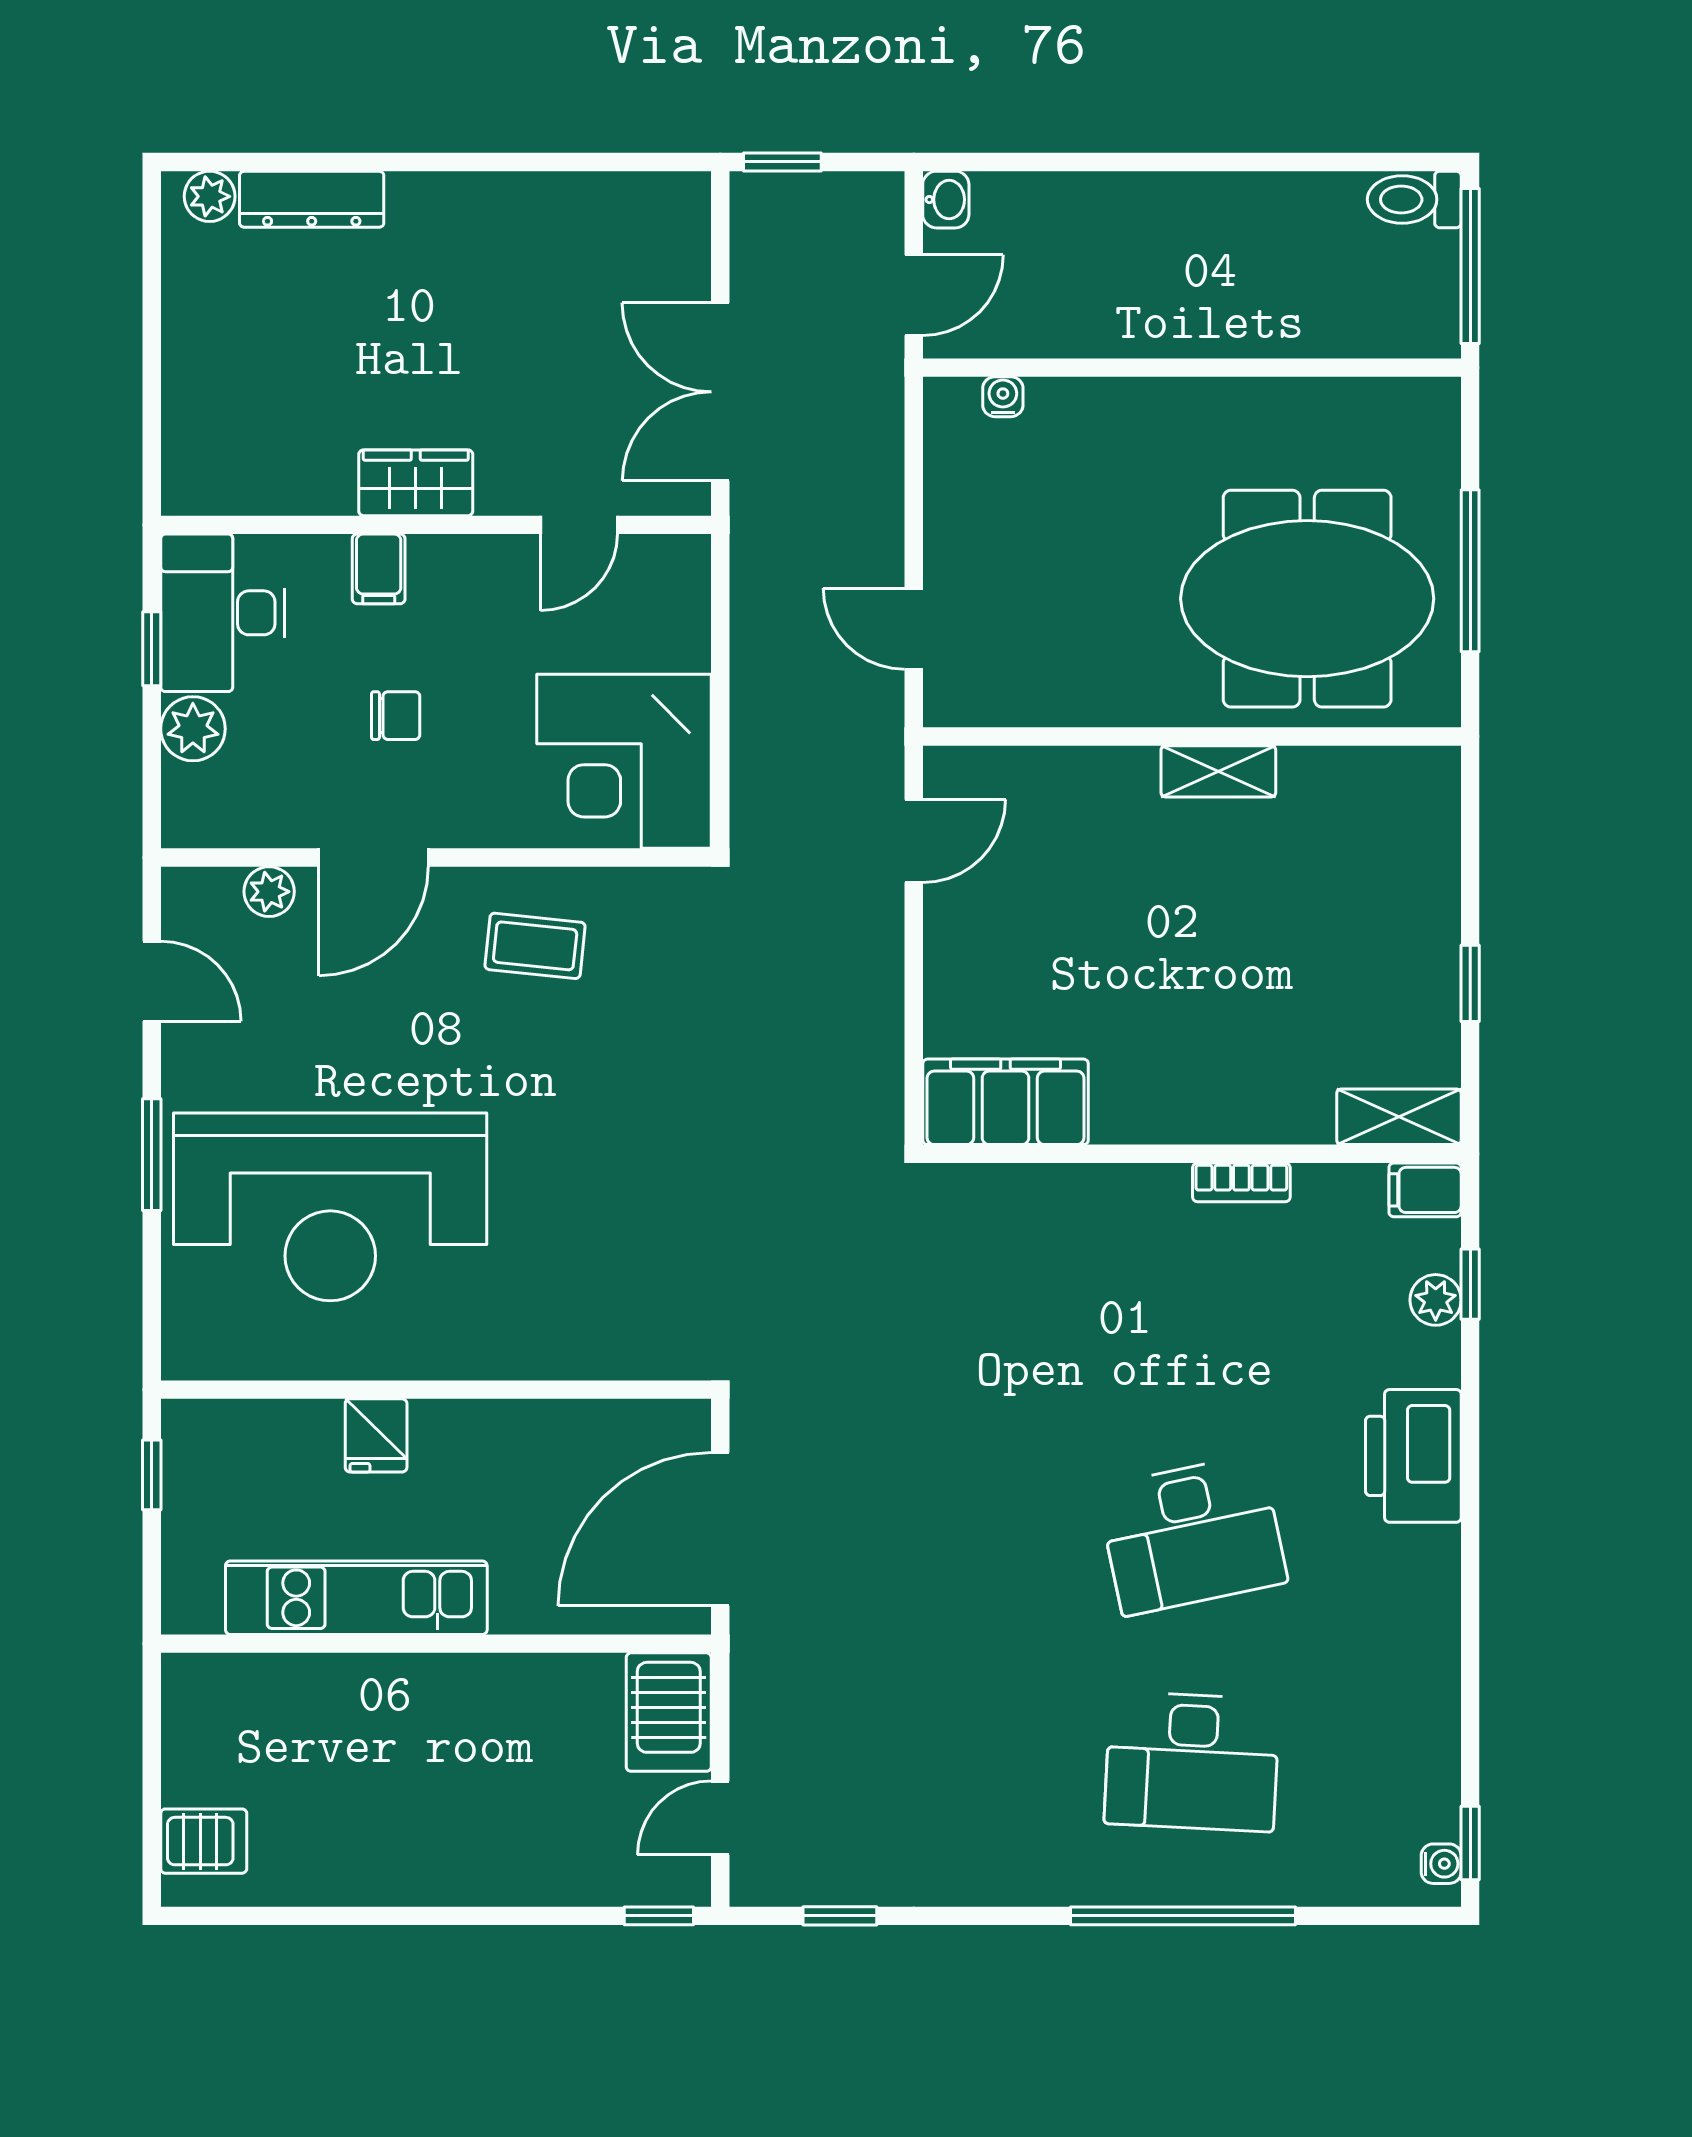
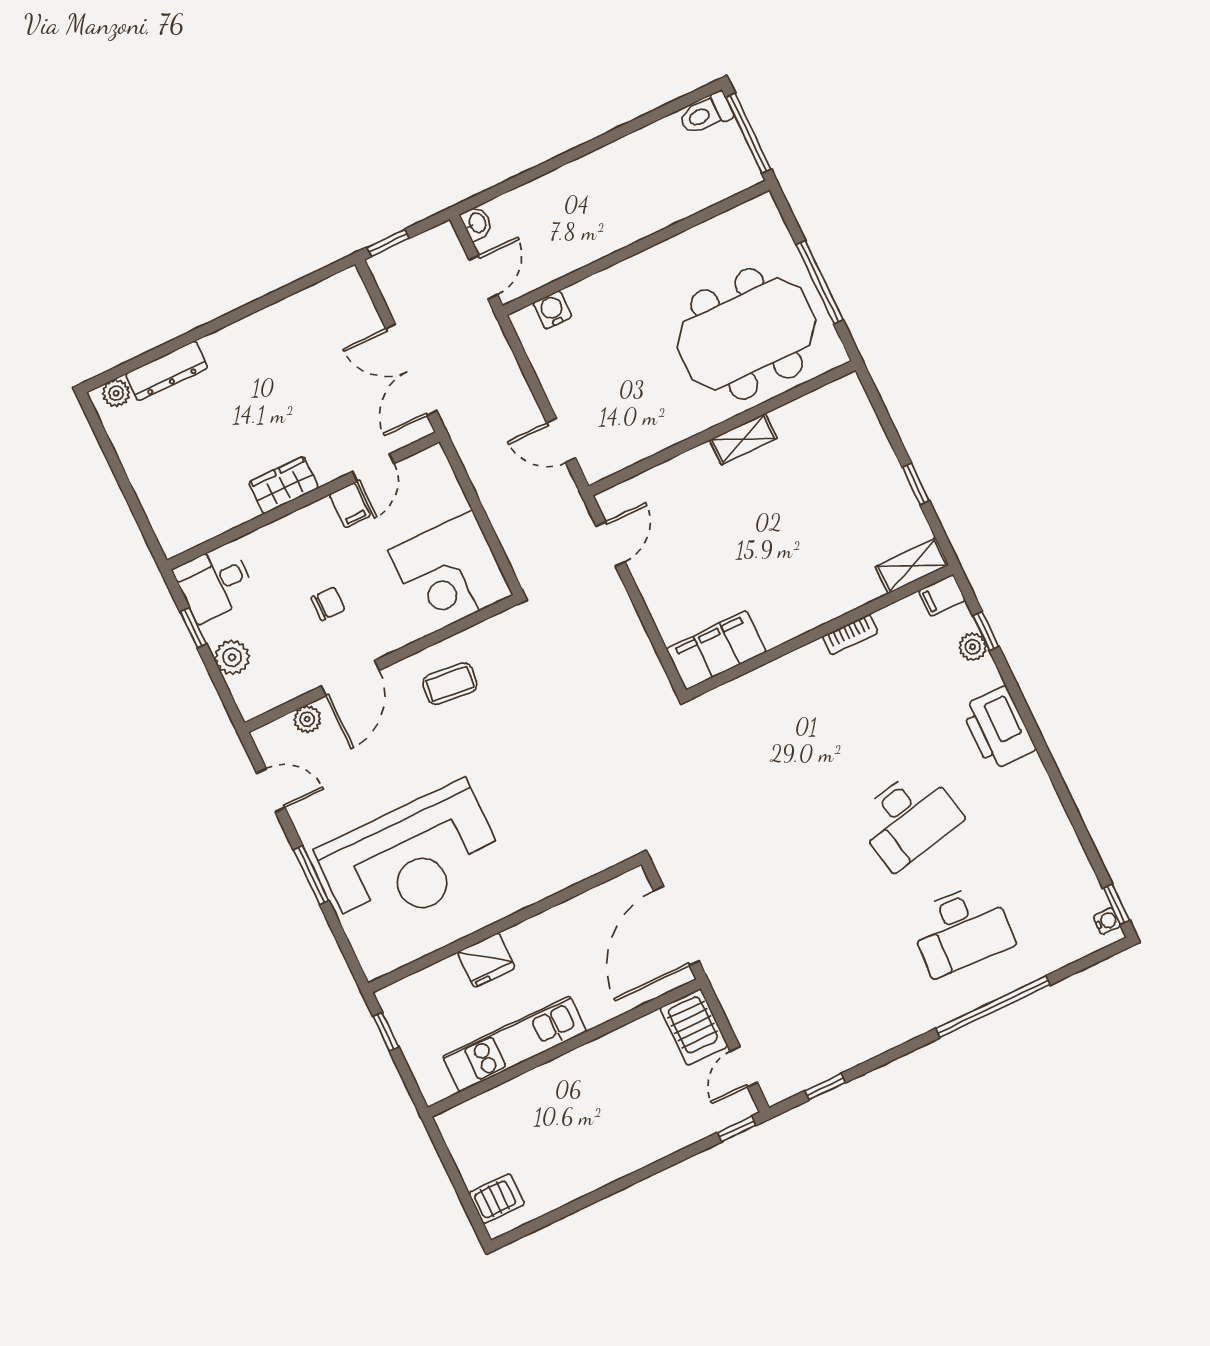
water cooler: (1003, 397) -> (552, 310), width x1.38, depth x1.38
filing cabinet: (379, 569) -> (350, 505), moved
desk: (223, 613) -> (215, 583), width x0.73
fridge: (376, 1435) -> (486, 960), width x1.38

